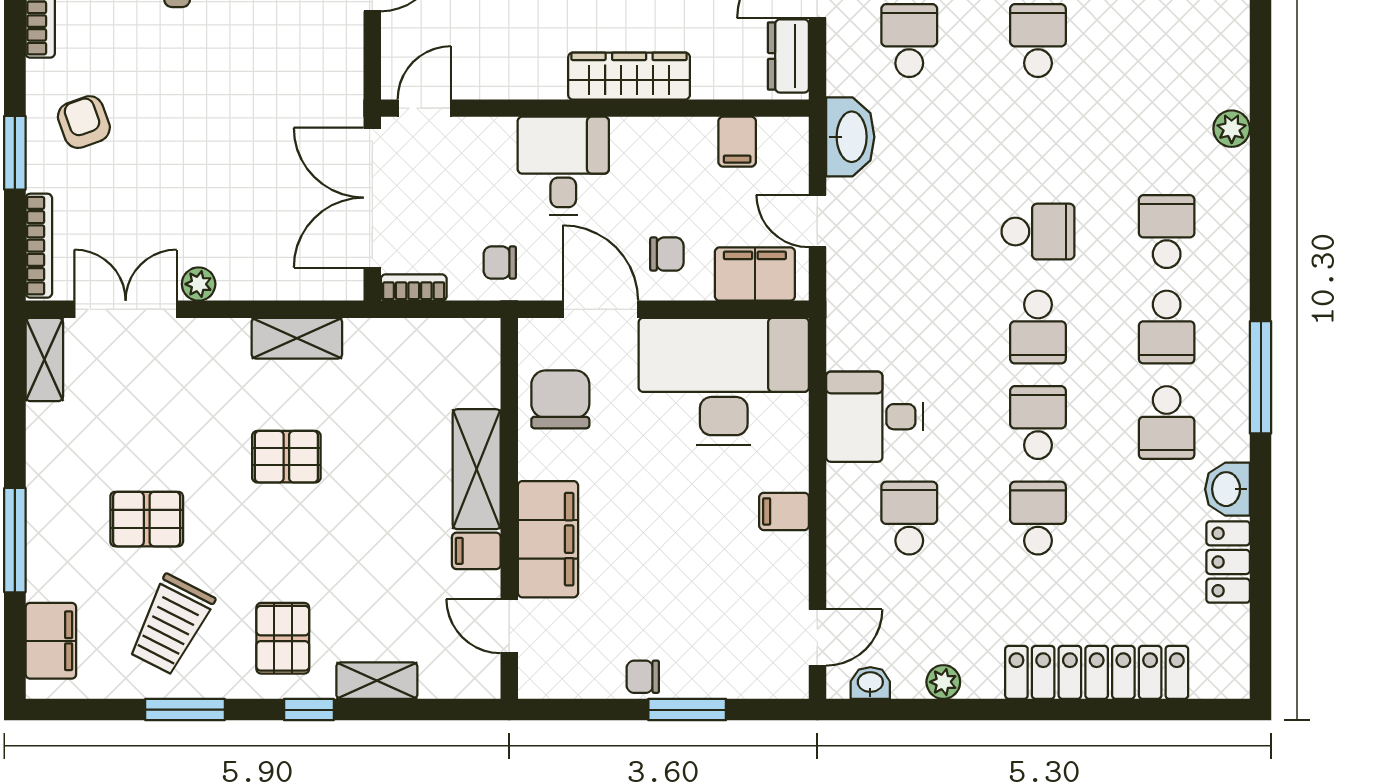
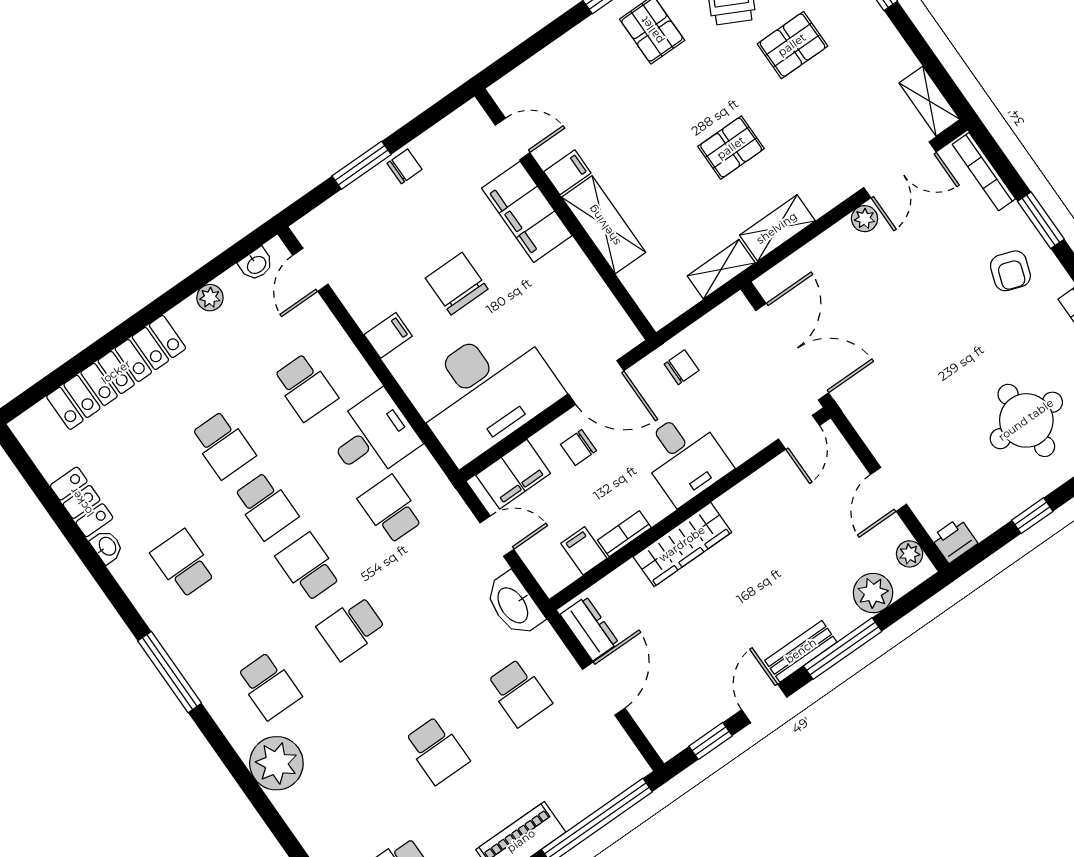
armchair: (84, 122) -> (1010, 271), turned 39
plant: (1232, 129) -> (276, 763), width x1.87, depth x1.87
bookcase: (414, 288) -> (624, 534), moved, turned 180
school desk: (1167, 327) -> (391, 509), moved
window: (1261, 377) -> (170, 672), moved
chair: (560, 399) -> (457, 284), moved, turned 180
washbasin: (1227, 489) -> (107, 547), width x0.72, depth x0.69
shelving: (377, 681) -> (721, 269), moved

